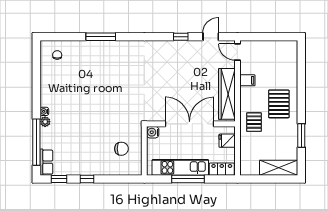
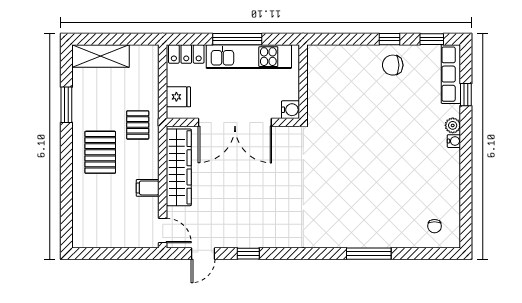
window: (36, 142) -> (466, 95), width x0.32
chair: (121, 149) -> (393, 65), moved
row of seats: (46, 162) -> (451, 74), width x1.48

